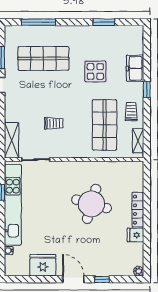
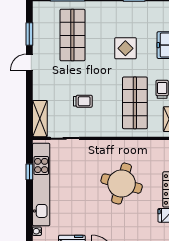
shop shelf: (43, 58) -> (72, 35), turned 90

